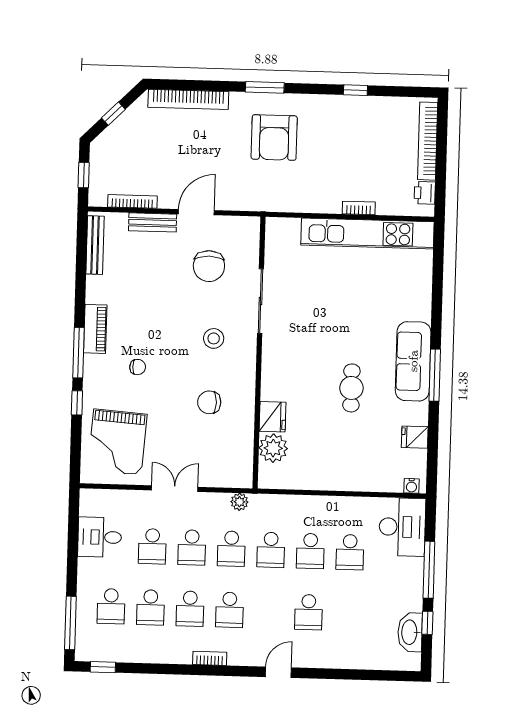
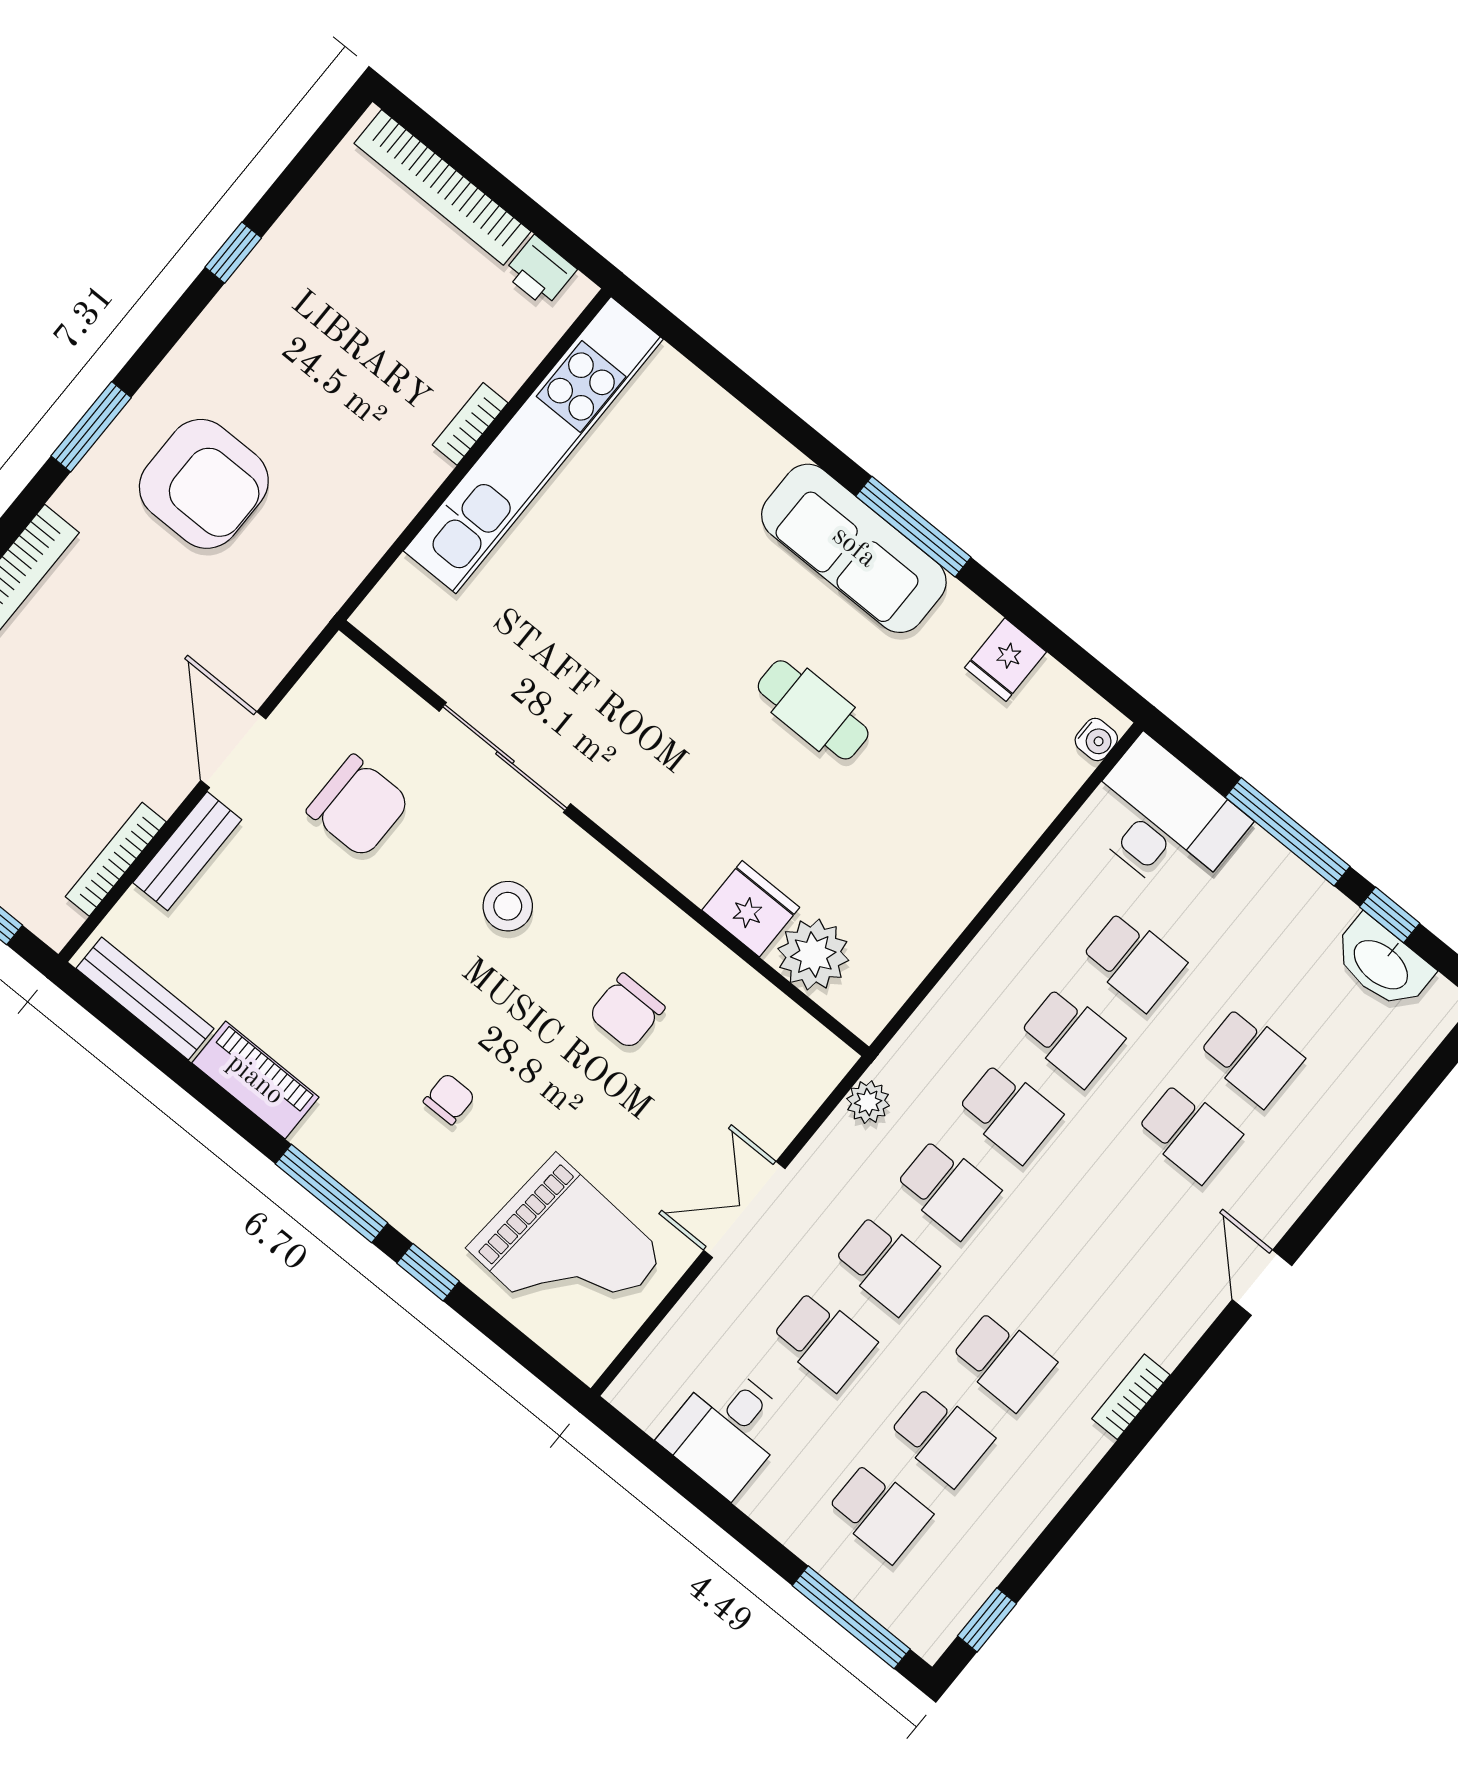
piano: (95, 329) -> (255, 1080), moved
school desk: (230, 610) -> (1251, 1057), moved

